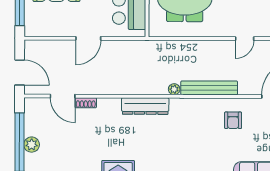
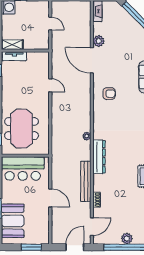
bench: (209, 88) -> (86, 181), moved
door: (63, 96) -> (92, 227), moved

